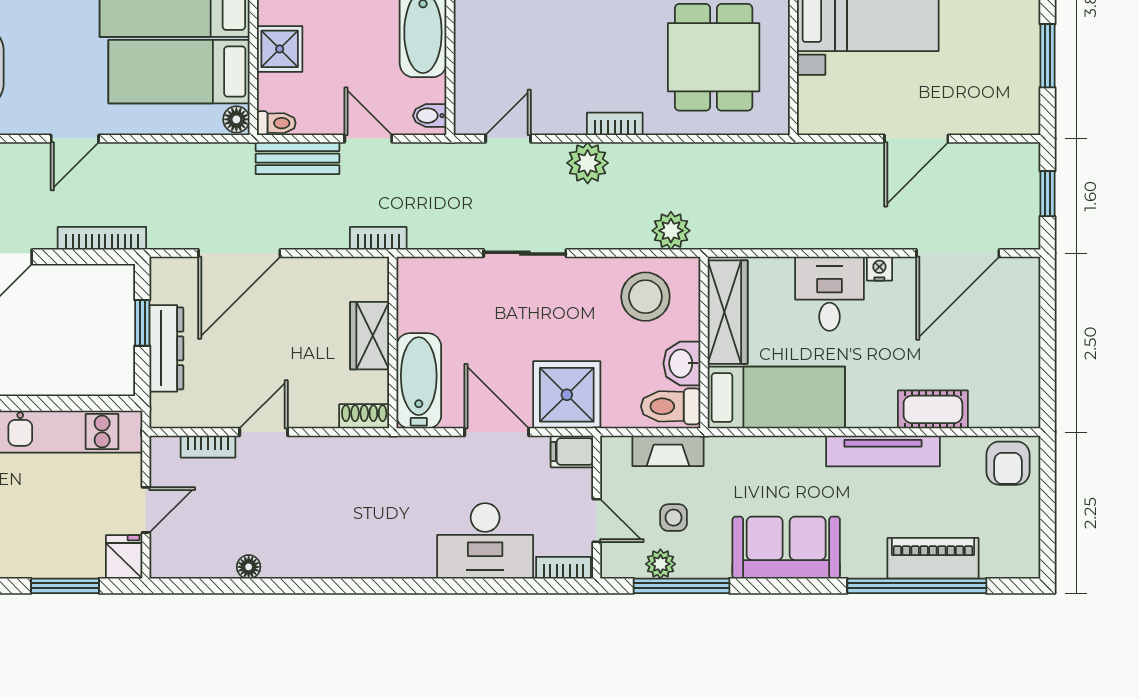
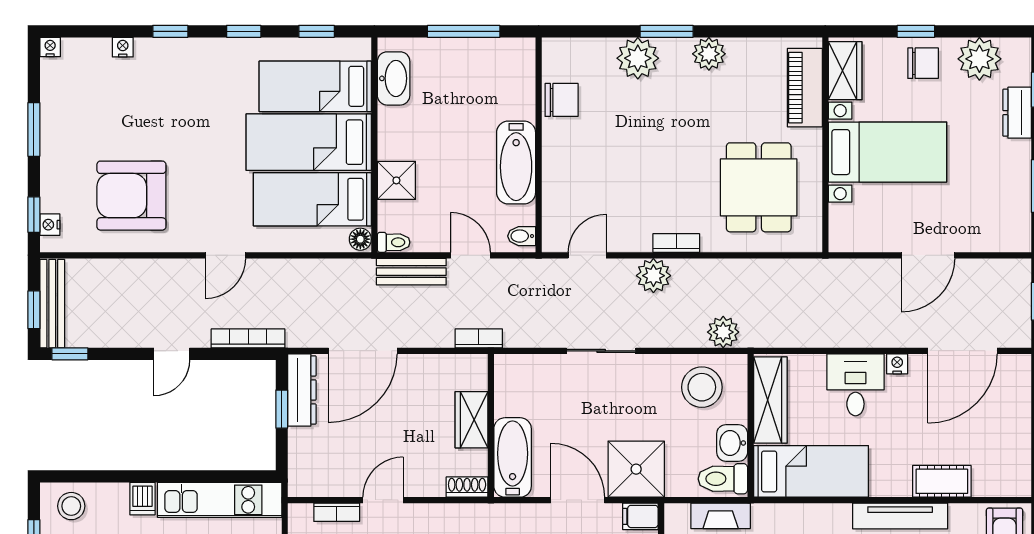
dresser: (166, 348) -> (302, 390), moved

